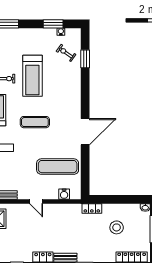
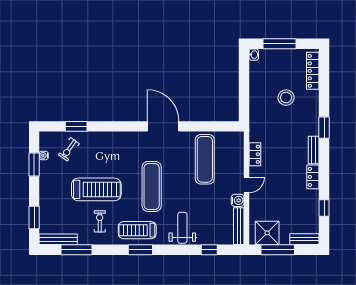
exercise mat: (35, 122) -> (152, 186), width x1.36, depth x1.45
water cooler: (64, 194) -> (238, 200), moved
locker: (92, 208) -> (255, 154), moved
stool: (117, 227) -> (286, 98), moved

